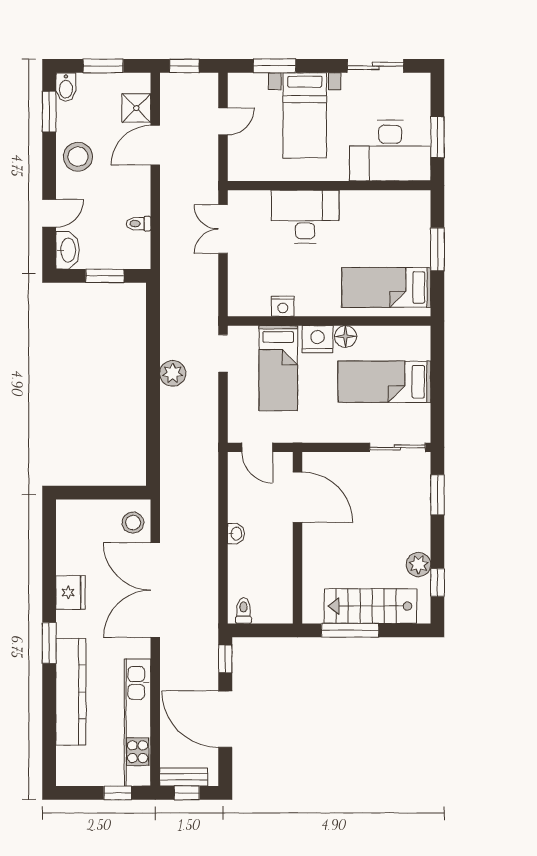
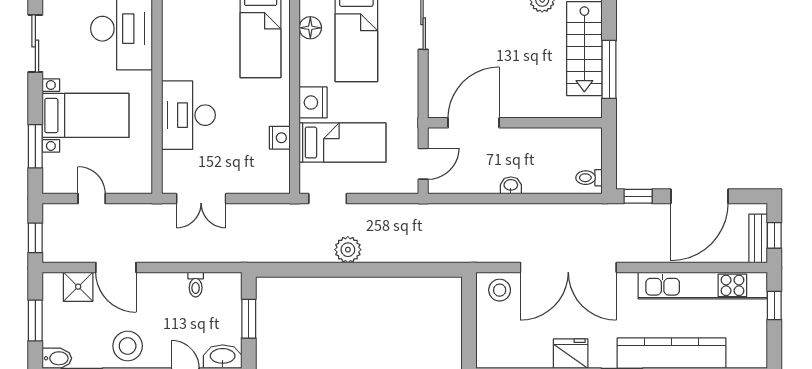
floor lamp: (345, 336) -> (310, 28), moved

